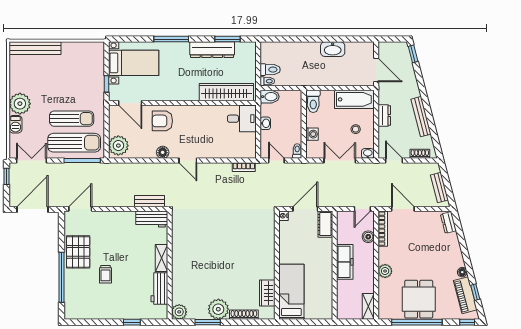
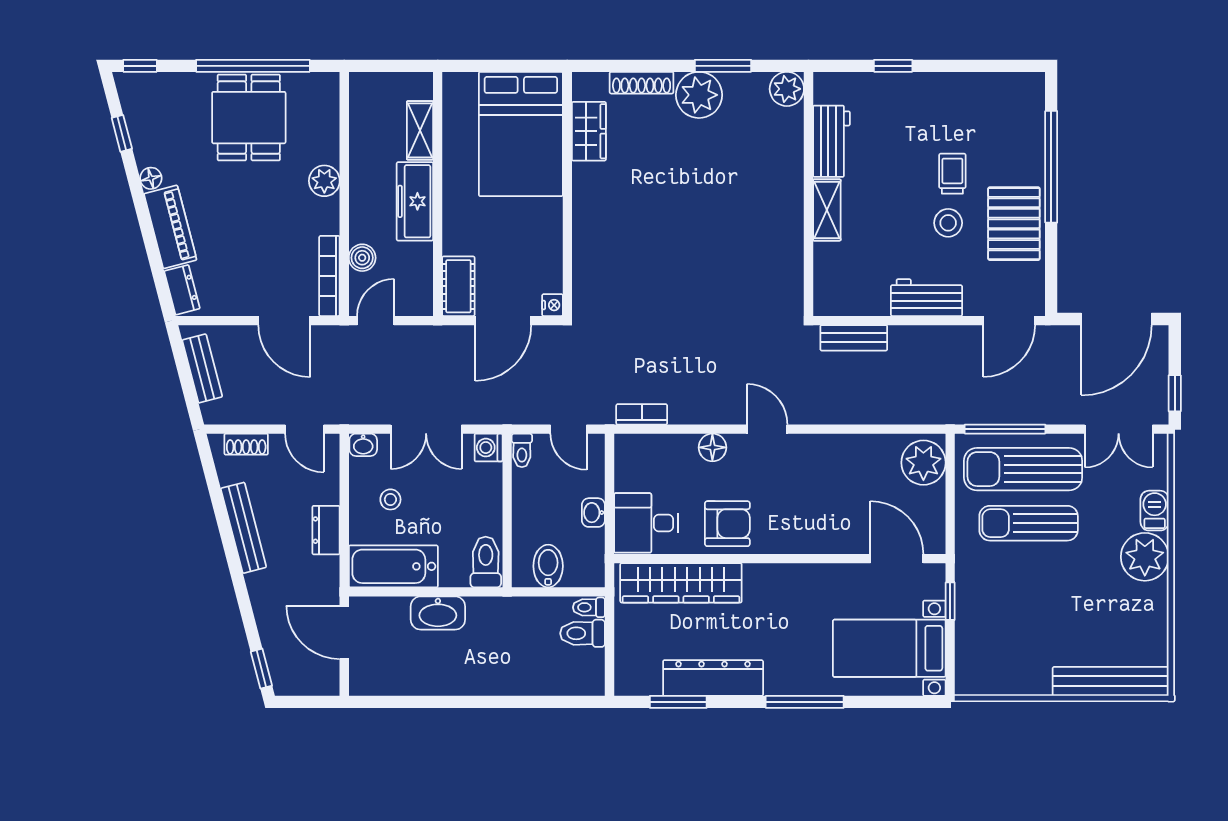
washbasin: (333, 49) -> (438, 613), moved, turned 180
bidet: (270, 97) -> (548, 566), moved, turned 90
armchair: (162, 121) -> (727, 524), moved
washing machine: (312, 134) -> (489, 448), moved
floor lamp: (163, 152) -> (712, 447), moved
workbench: (152, 219) -> (926, 298), moved
stool: (107, 252) -> (948, 223), added
bed: (291, 292) -> (521, 134), width x1.50
piano: (465, 295) -> (170, 227), moved
shelving: (368, 306) -> (420, 130), moved

